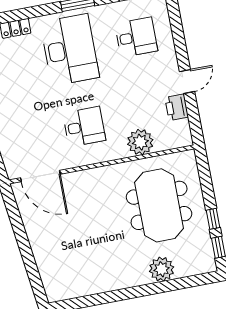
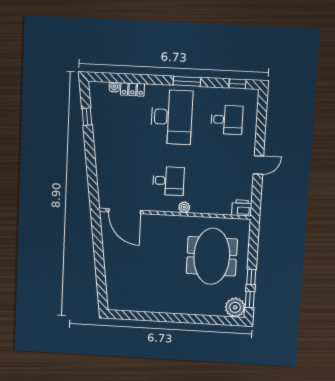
printer: (177, 107) -> (242, 208), moved, turned 90
plant: (140, 142) -> (184, 207), moved, width x0.53, depth x0.53
plant: (162, 269) -> (235, 307), moved

